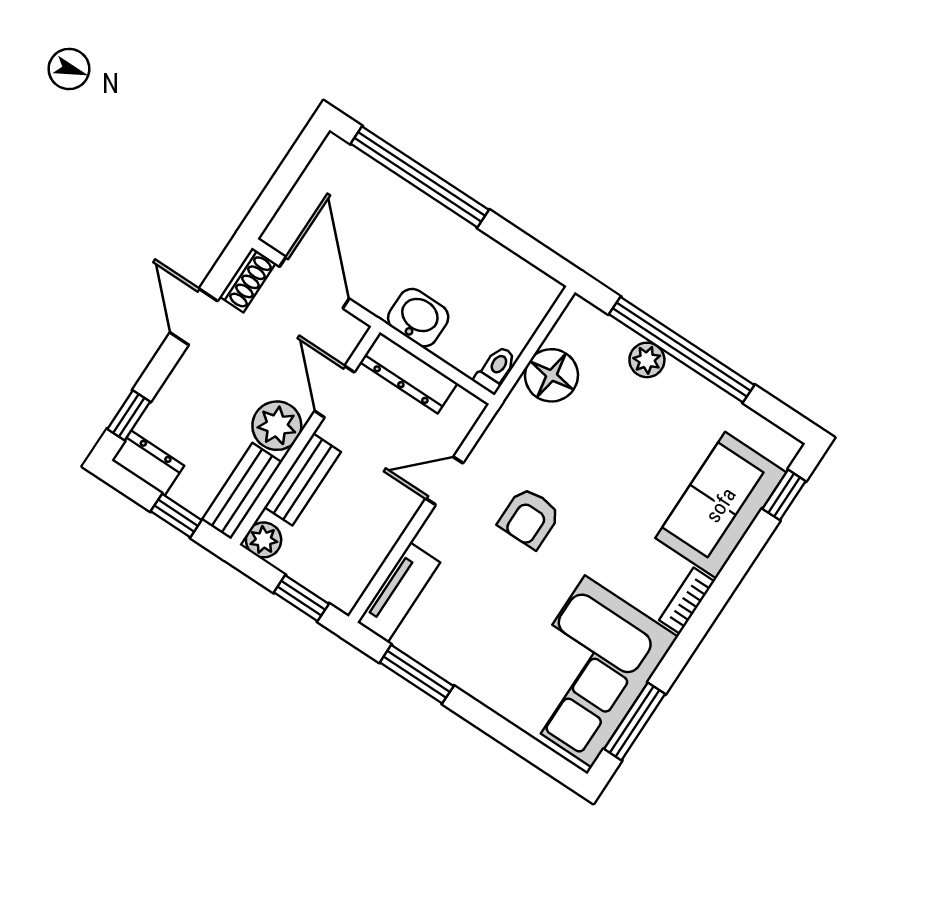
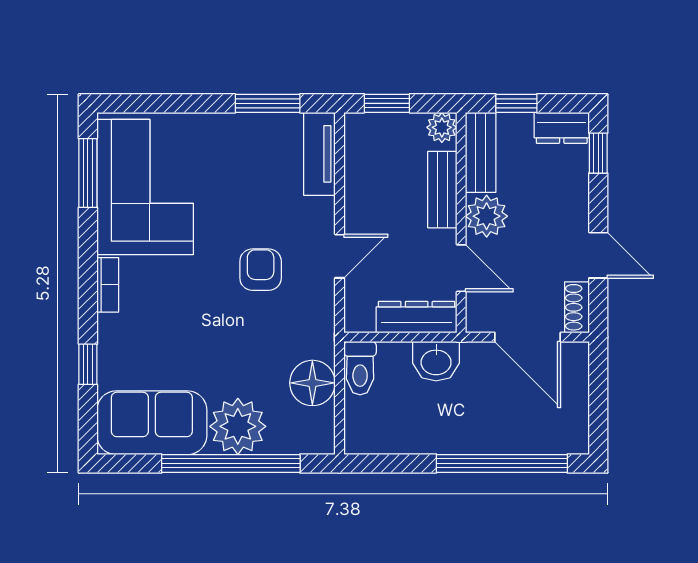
plant: (647, 360) -> (238, 426), width x1.88, depth x1.88
toilet: (496, 369) -> (360, 368), width x1.37, depth x1.39
window: (784, 495) -> (88, 364), moved
sofa: (721, 505) -> (152, 423), moved, turned -90

